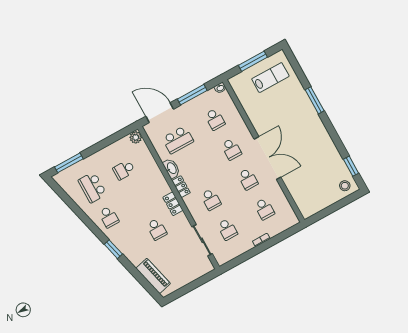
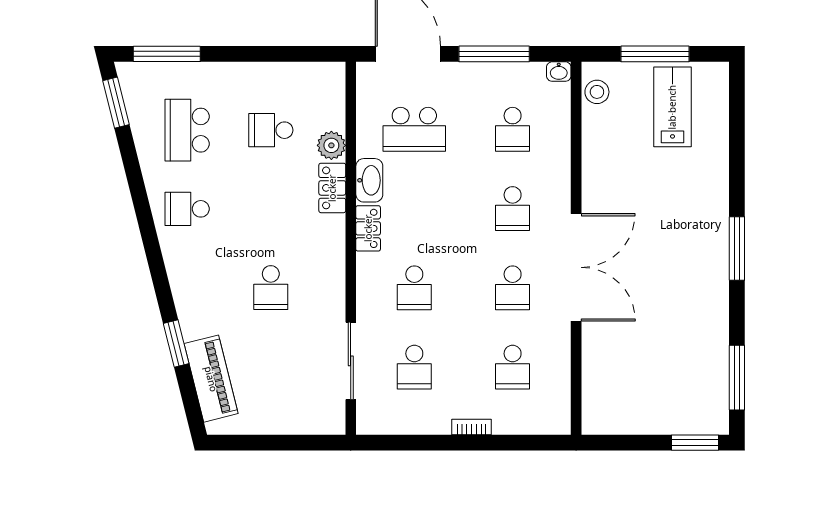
lab bench: (270, 78) -> (672, 107), turned -90
window: (315, 100) -> (737, 248), moved
plant: (136, 137) -> (331, 145), moved
window: (351, 166) -> (737, 378), width x1.44
stool: (345, 186) -> (597, 92), moved
window: (60, 192) -> (116, 103), added
window: (349, 199) -> (695, 443), added
locker: (173, 204) -> (332, 188), moved
school desk: (109, 217) -> (187, 209), turned 90
window: (113, 249) -> (176, 343), moved

